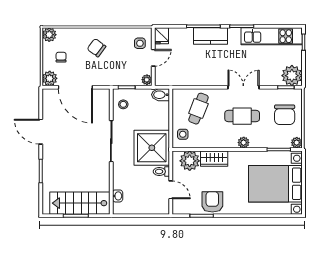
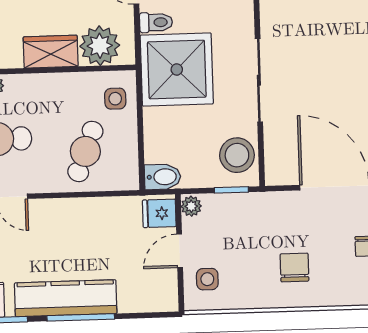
fridge: (161, 36) -> (159, 213), moved, turned -90
kitchen counter: (210, 36) -> (66, 298), width x1.50
chair: (96, 48) -> (294, 267), turned -127
stool: (123, 104) -> (237, 155), width x1.89, depth x1.89

